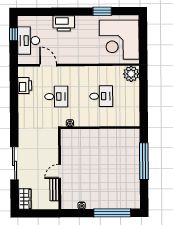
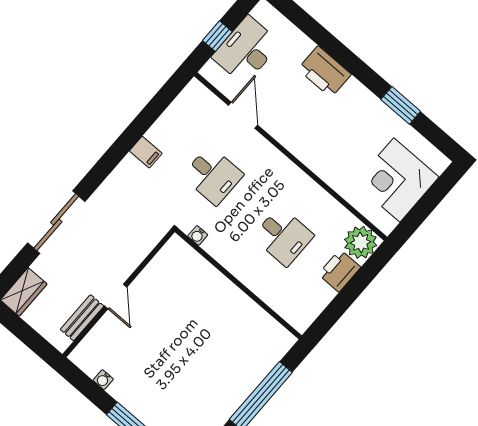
window: (14, 34) -> (217, 36), moved
corner desk: (119, 40) -> (397, 180), width x0.74, depth x0.74
printer: (25, 86) -> (339, 271), moved, turned 180
filing cabinet: (25, 109) -> (146, 152), added
door: (60, 171) -> (116, 297), swing flipped

